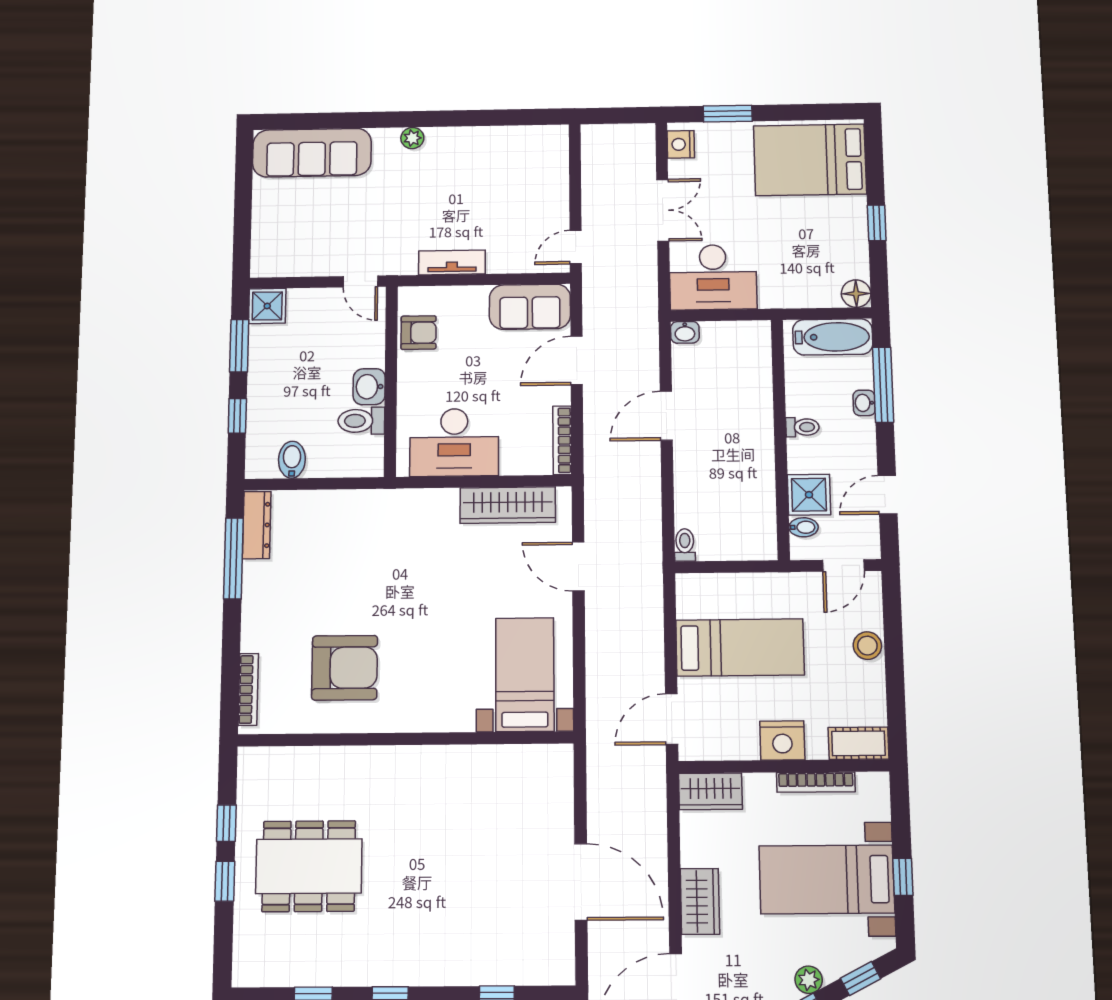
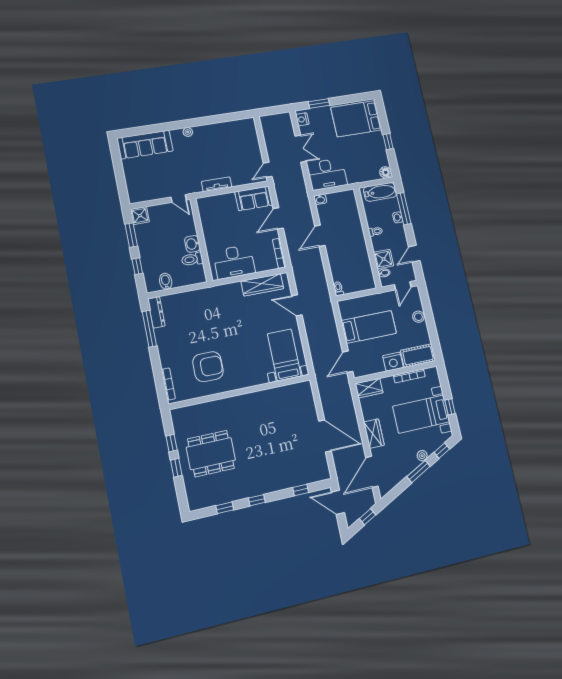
armchair: (419, 333) -> (209, 217), removed
cot: (858, 743) -> (418, 356), width x1.37, depth x1.34

